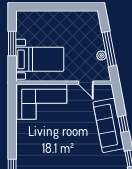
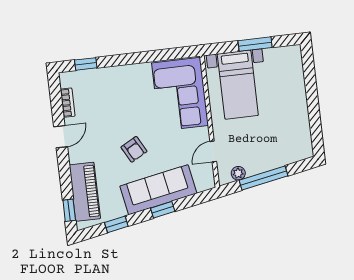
plant: (101, 56) -> (238, 173), moved
armchair: (78, 139) -> (134, 149), added

